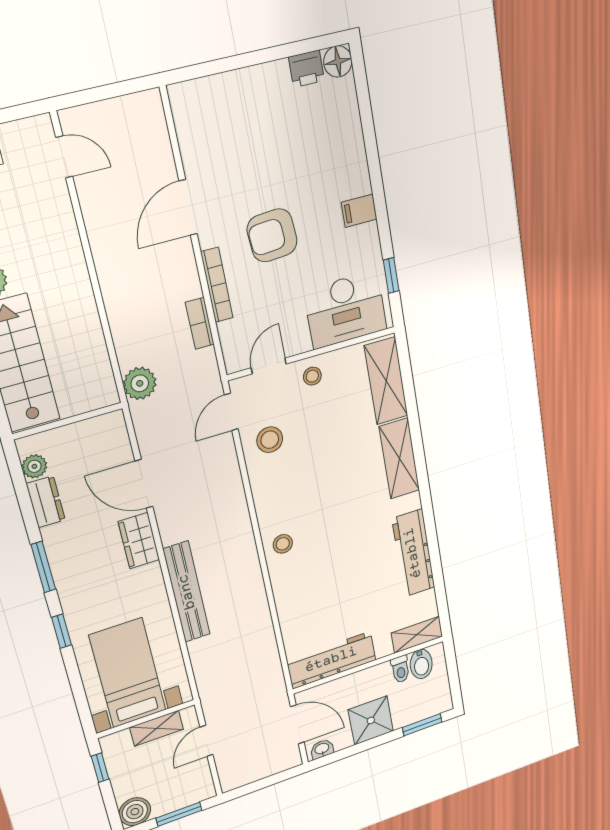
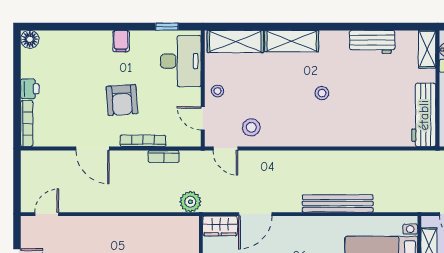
printer: (306, 69) -> (30, 89), moved
bookcase: (205, 87) -> (27, 123), added
wardrobe: (139, 541) -> (220, 226), moved
stool: (283, 544) -> (322, 93), moved
workbench: (413, 553) -> (372, 42), width x0.73

